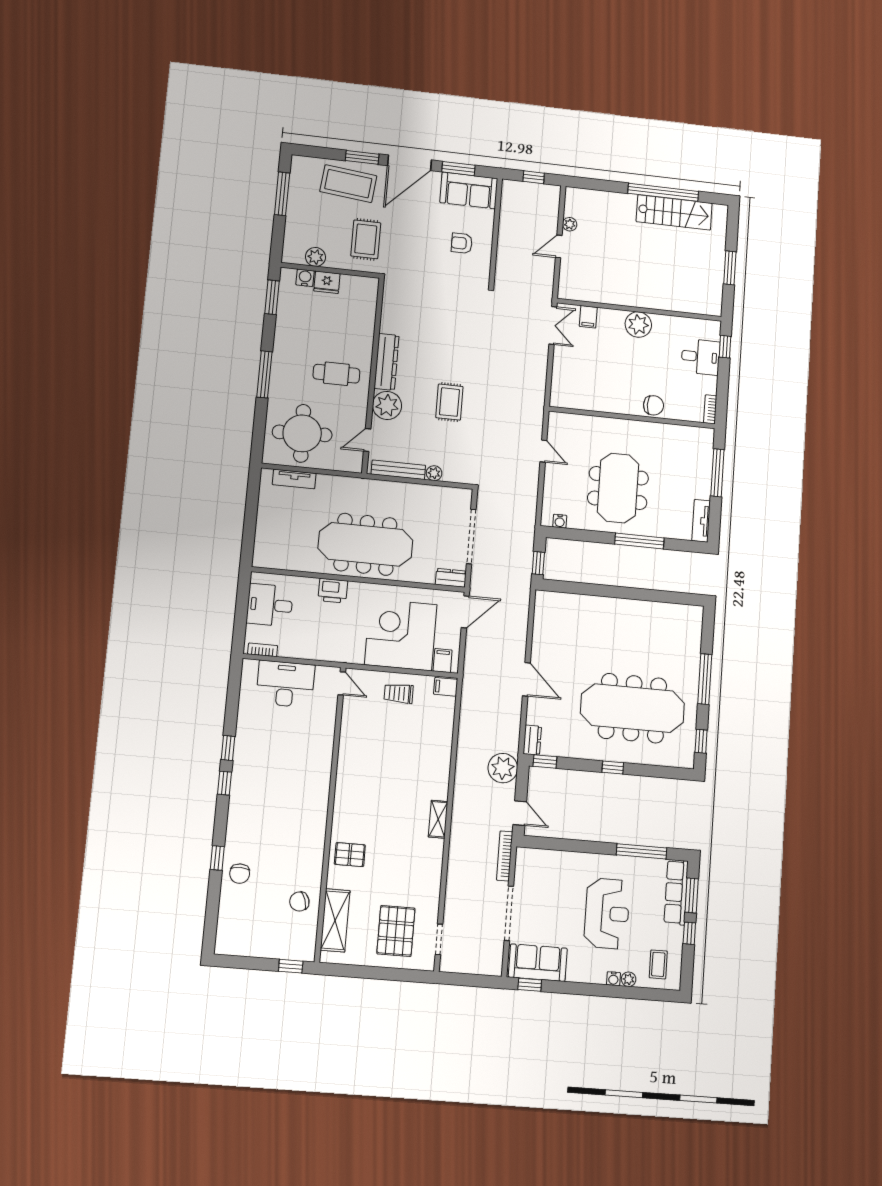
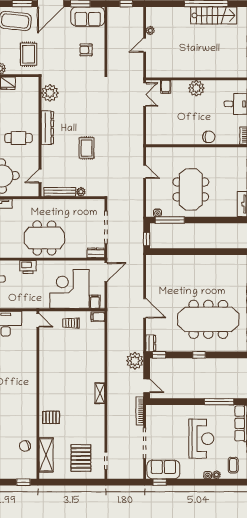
plant: (387, 405) -> (50, 93), moved
window: (639, 541) -> (170, 220), moved
meeting table: (365, 544) -> (44, 238), width x0.73

